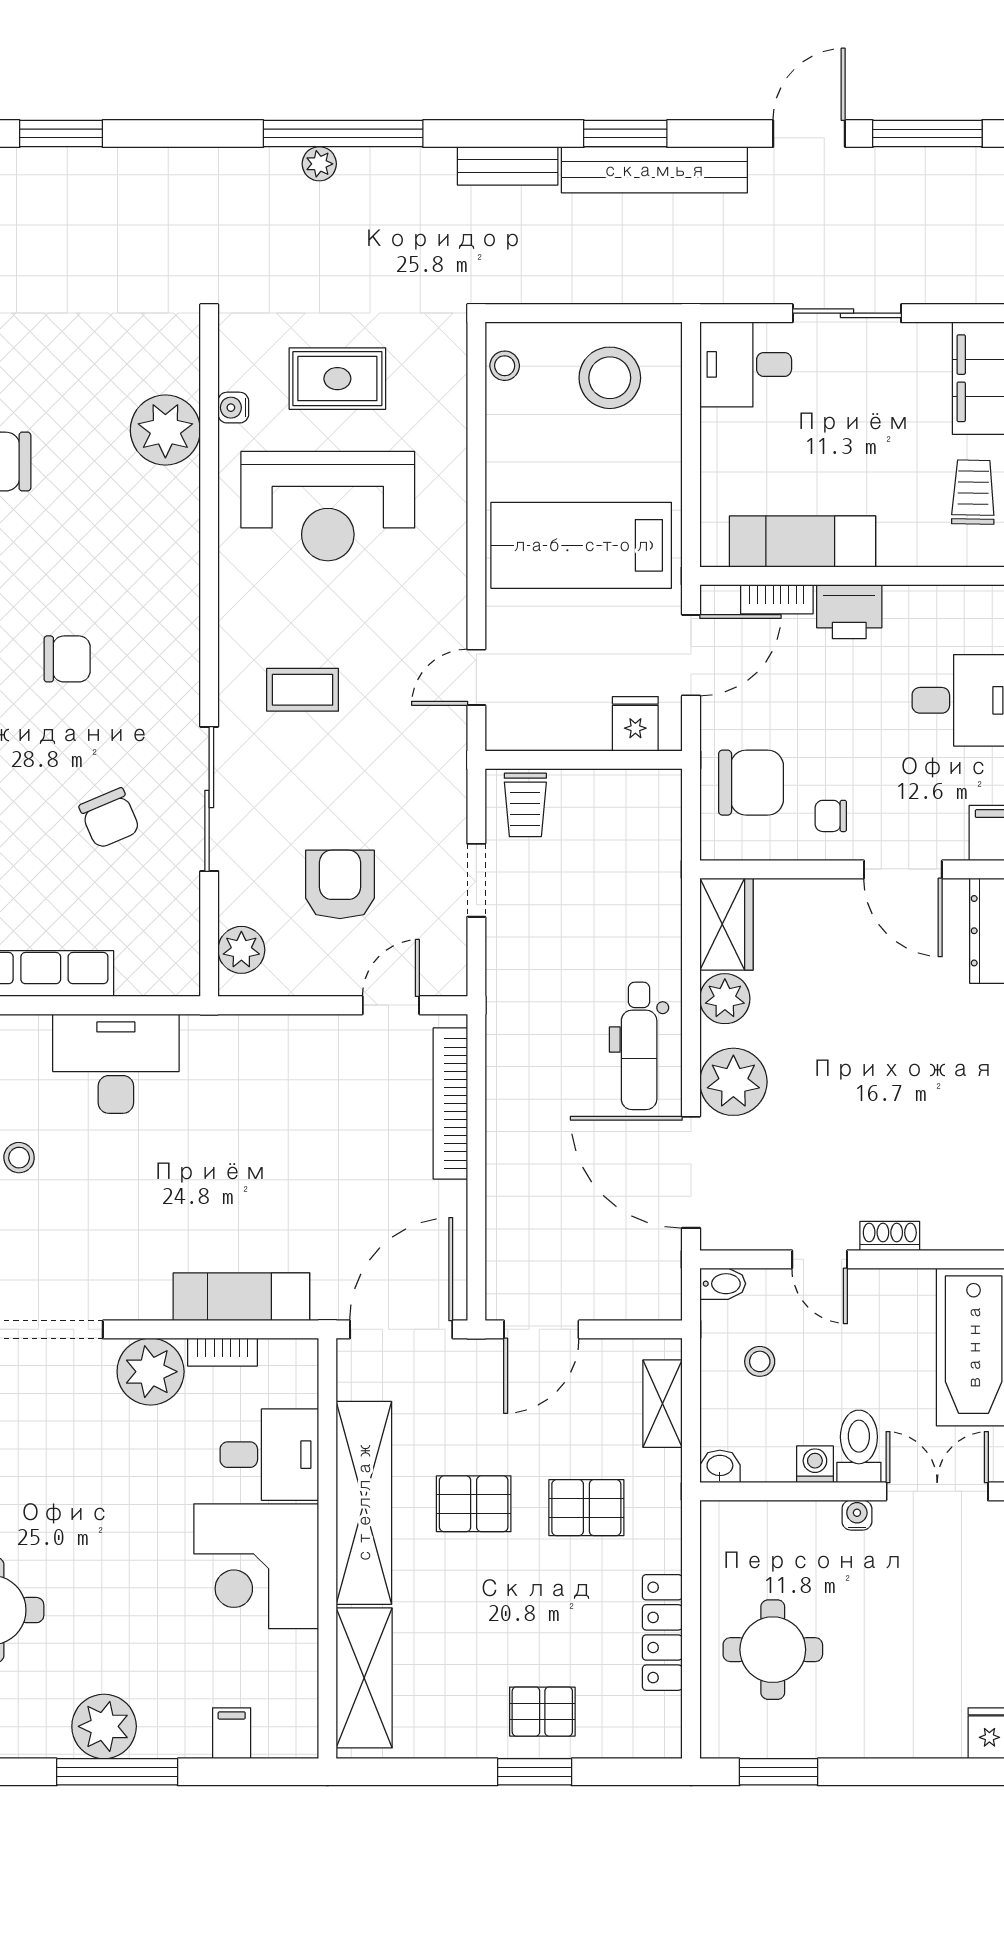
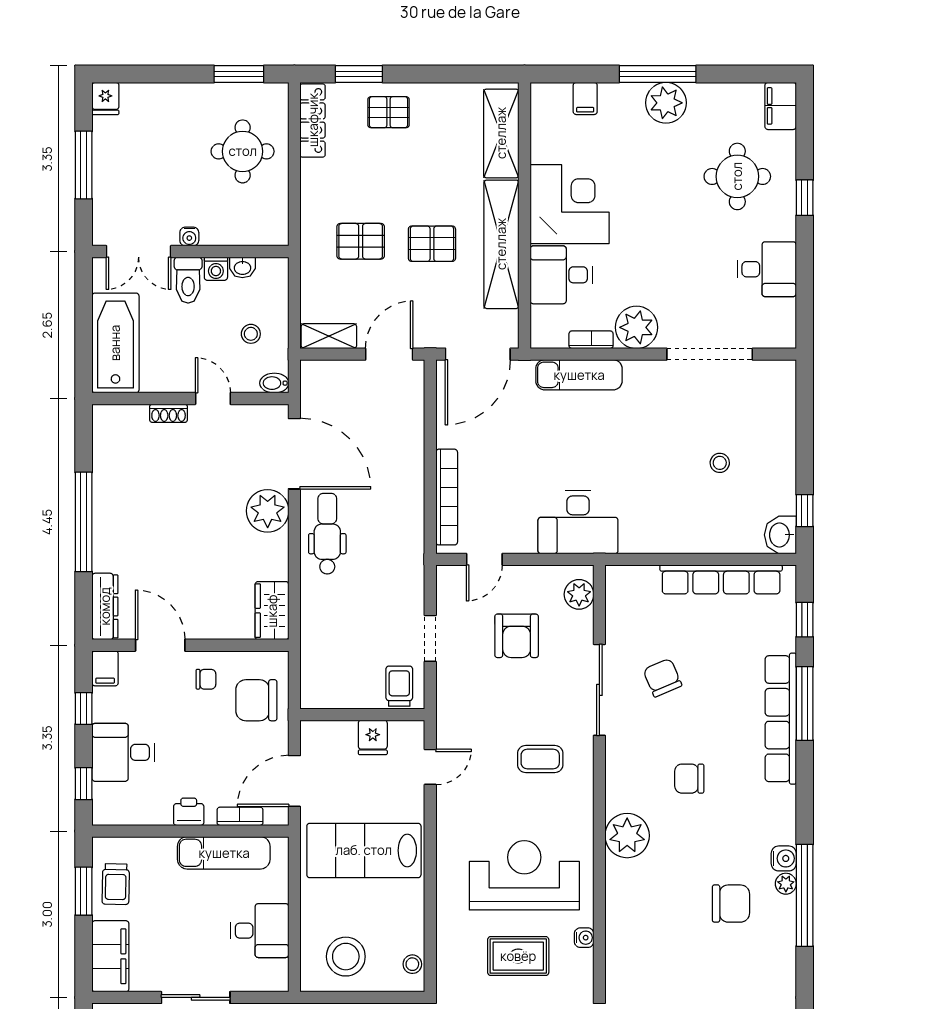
desk: (746, 364) -> (260, 931), moved
plant: (165, 430) -> (627, 836), moved
lab bench: (581, 545) -> (364, 850), turned 180
printer: (849, 612) -> (189, 812), width x0.73, depth x0.81
fridge: (635, 724) -> (373, 737), moved
plant: (725, 999) -> (273, 563), removed
desk: (116, 1064) -> (578, 522), moved
shelving: (663, 1404) -> (329, 336), moved, turned 90
washbasin: (720, 1466) -> (242, 267), moved
locker: (662, 1632) -> (313, 120), moved
window: (535, 1772) -> (359, 74), moved

